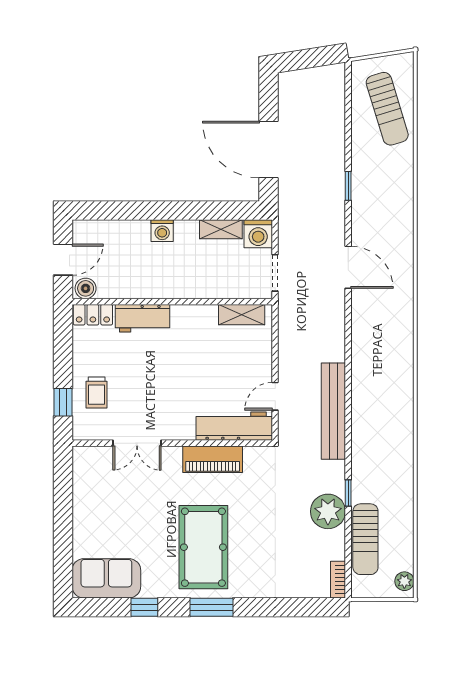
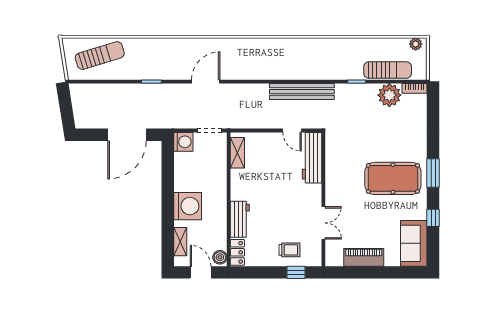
shelving: (221, 229) -> (180, 242), moved
washing machine: (162, 231) -> (188, 206), width x1.89, depth x1.89
piano: (213, 459) -> (364, 257), moved, turned -90
plant: (328, 511) -> (389, 95), moved

